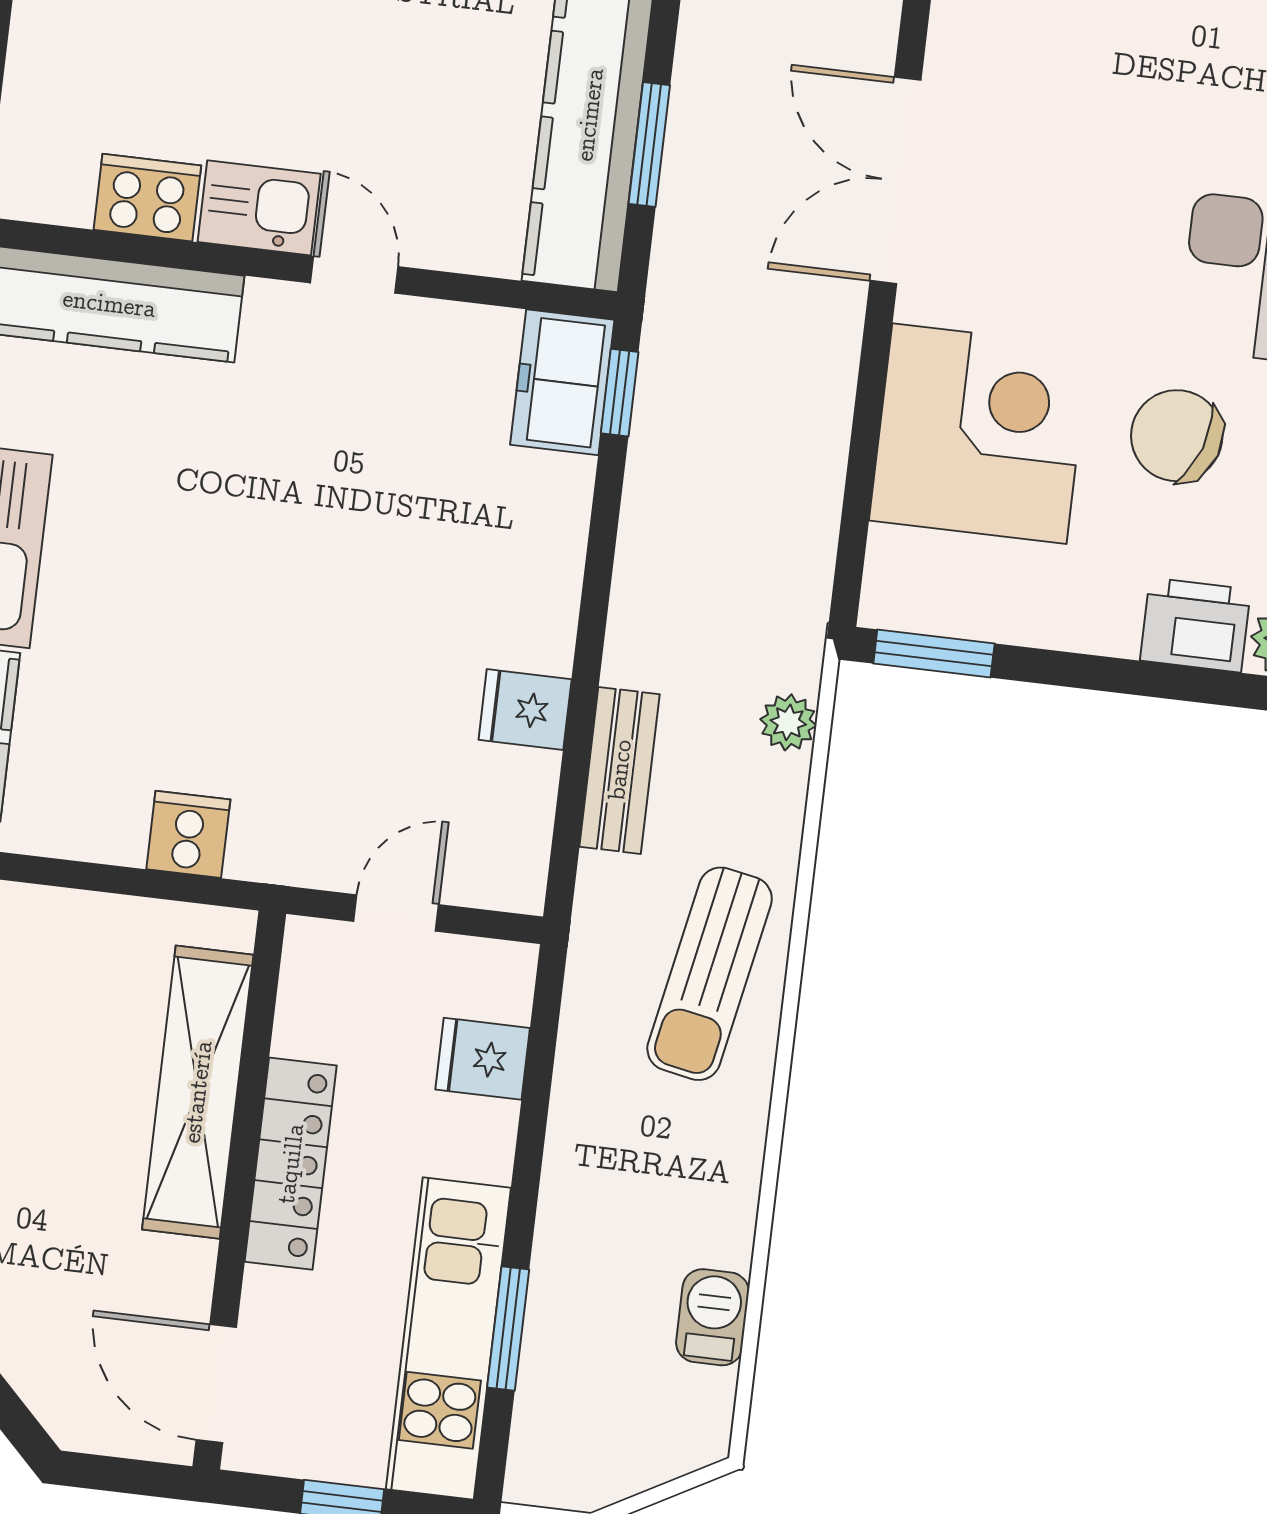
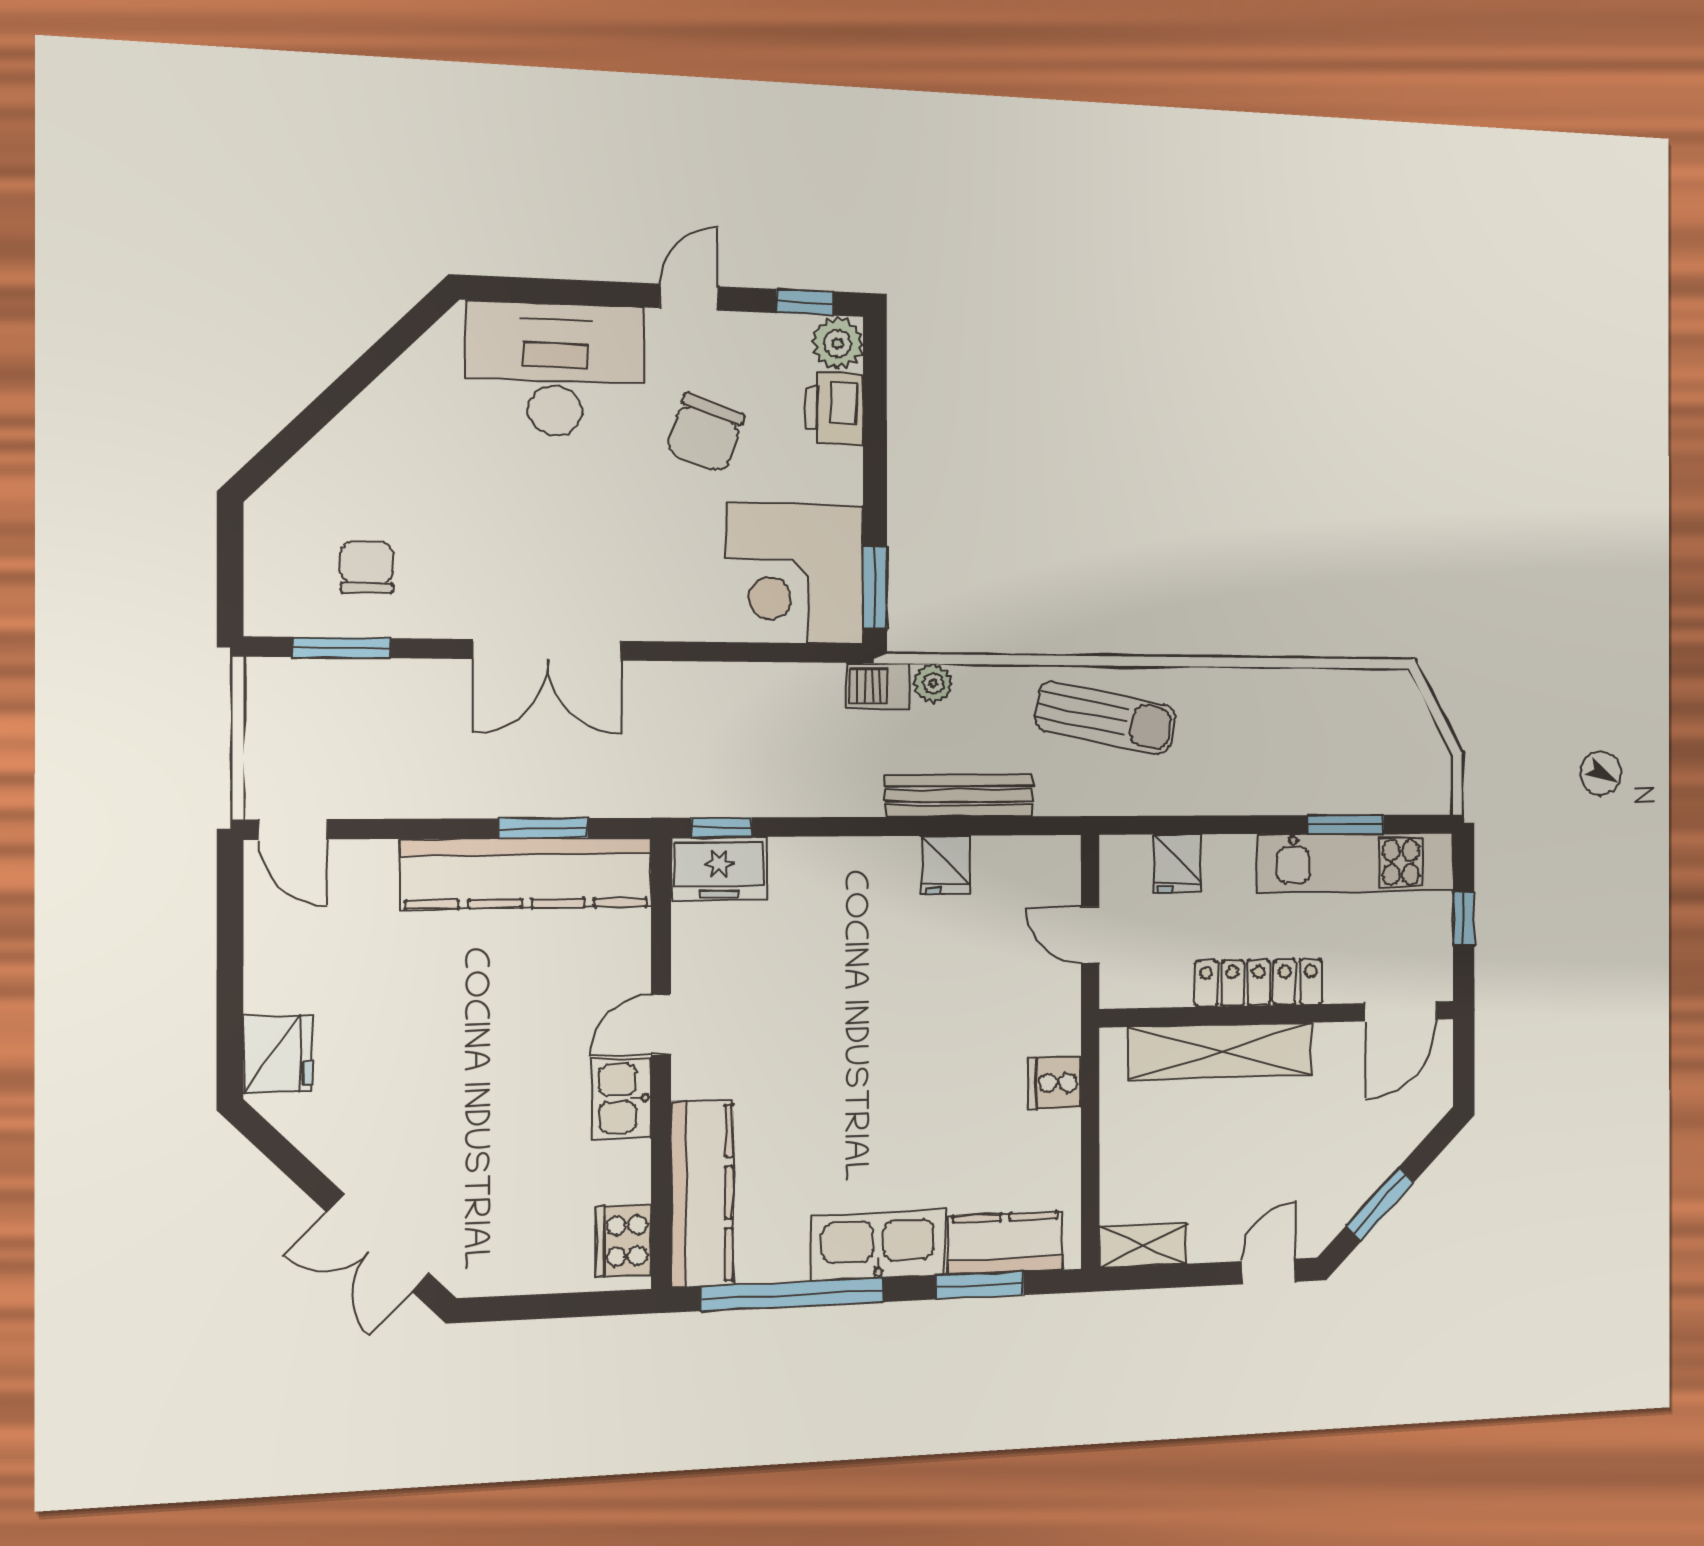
cooker: (147, 198) -> (624, 1241), moved
corner desk: (979, 434) -> (795, 573), moved, turned -90
bench: (620, 770) -> (959, 795), width x1.36
barbecue: (712, 1317) -> (878, 686), moved

